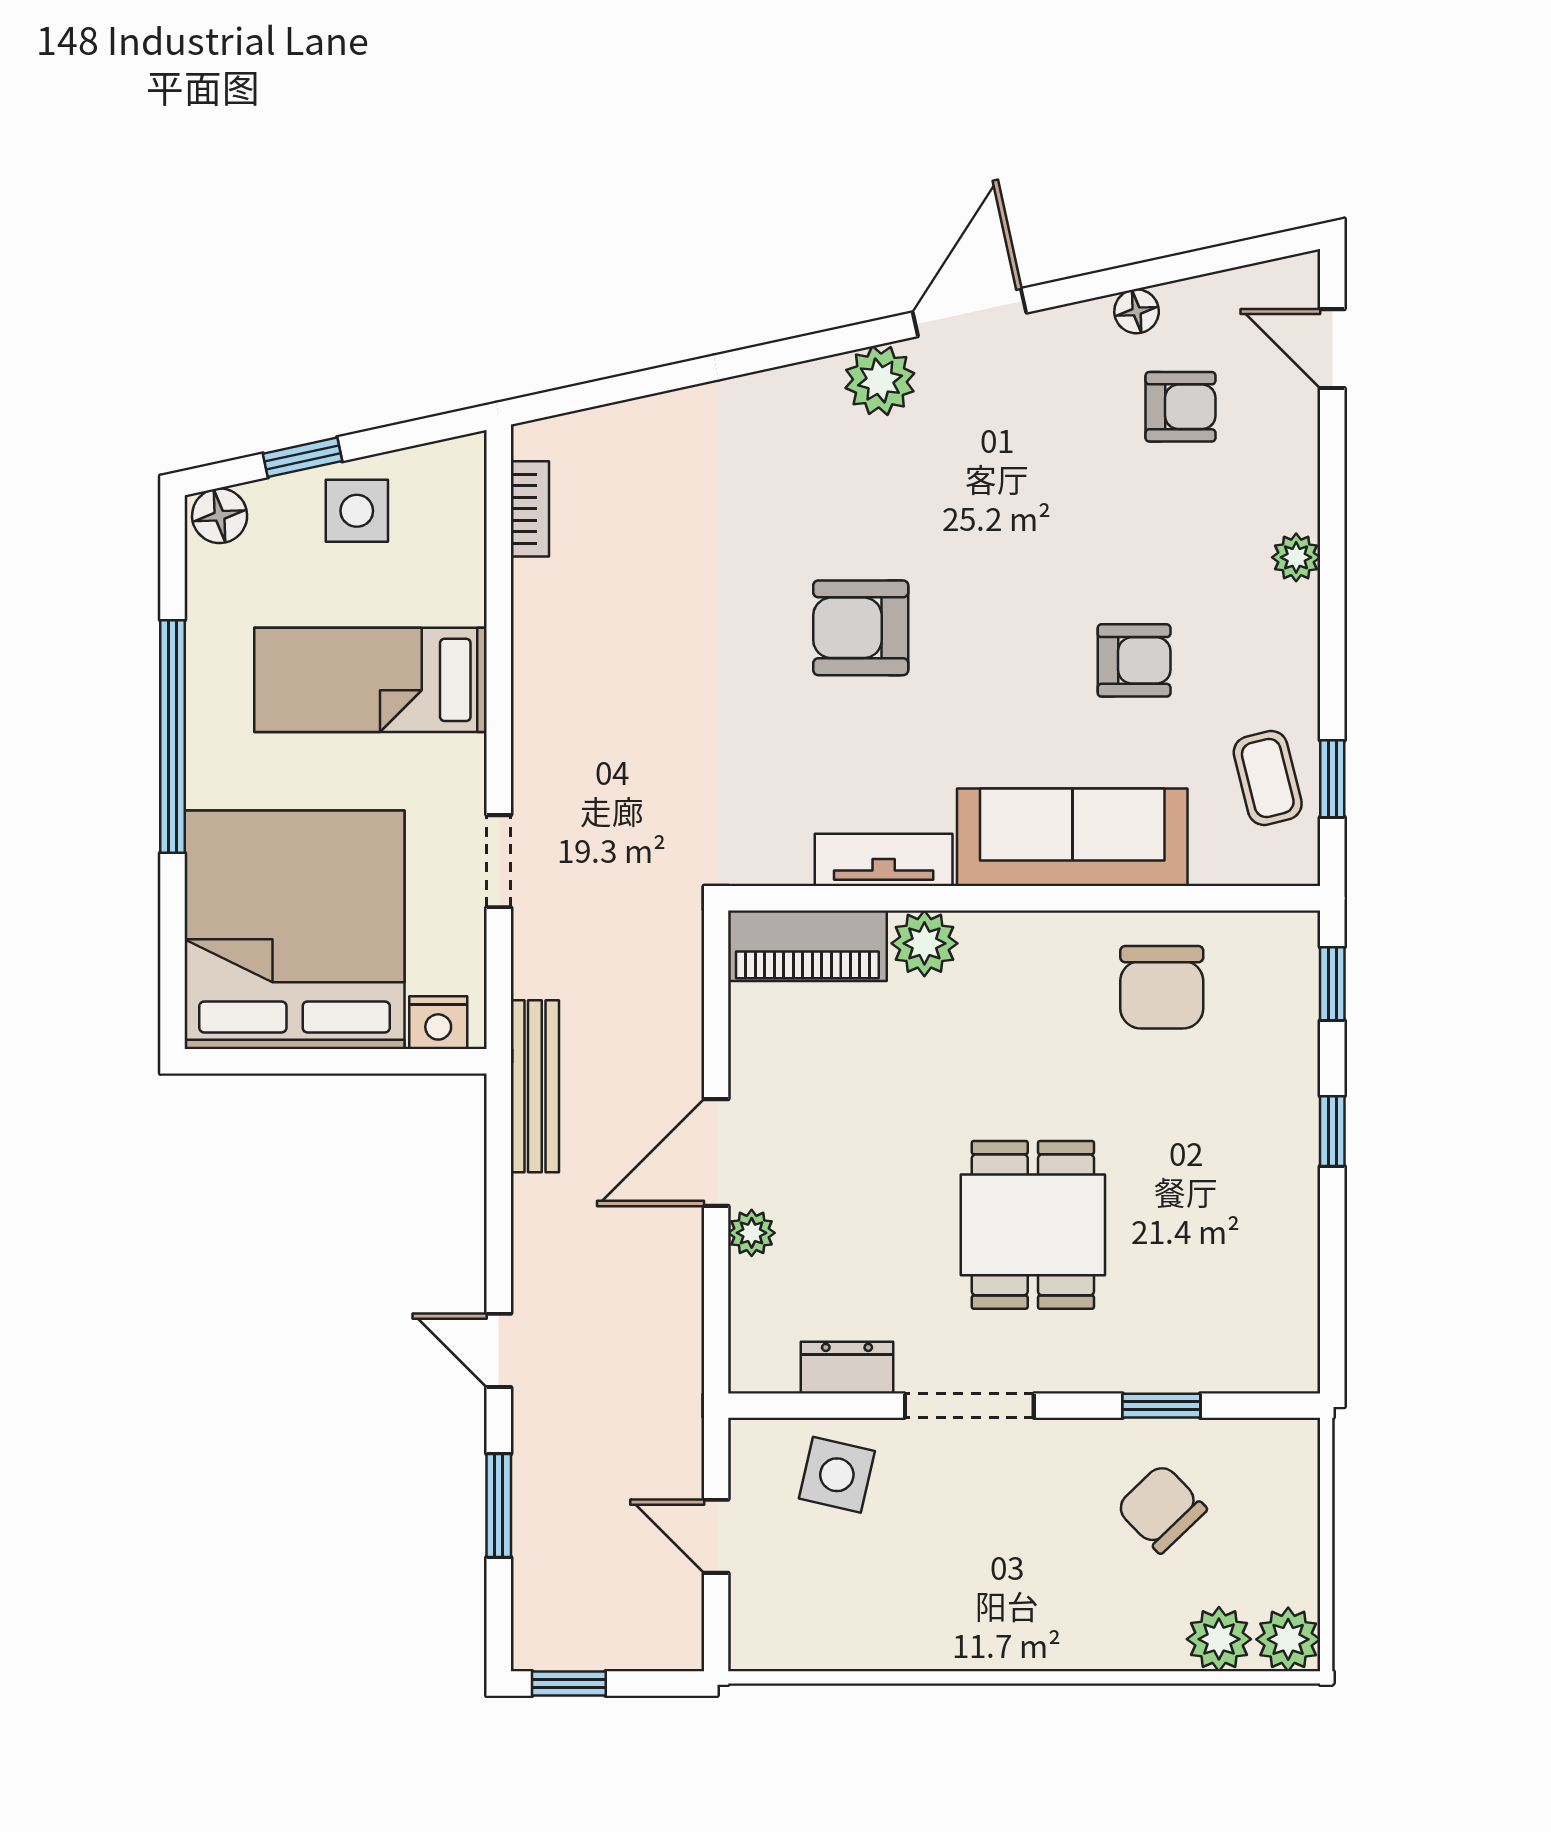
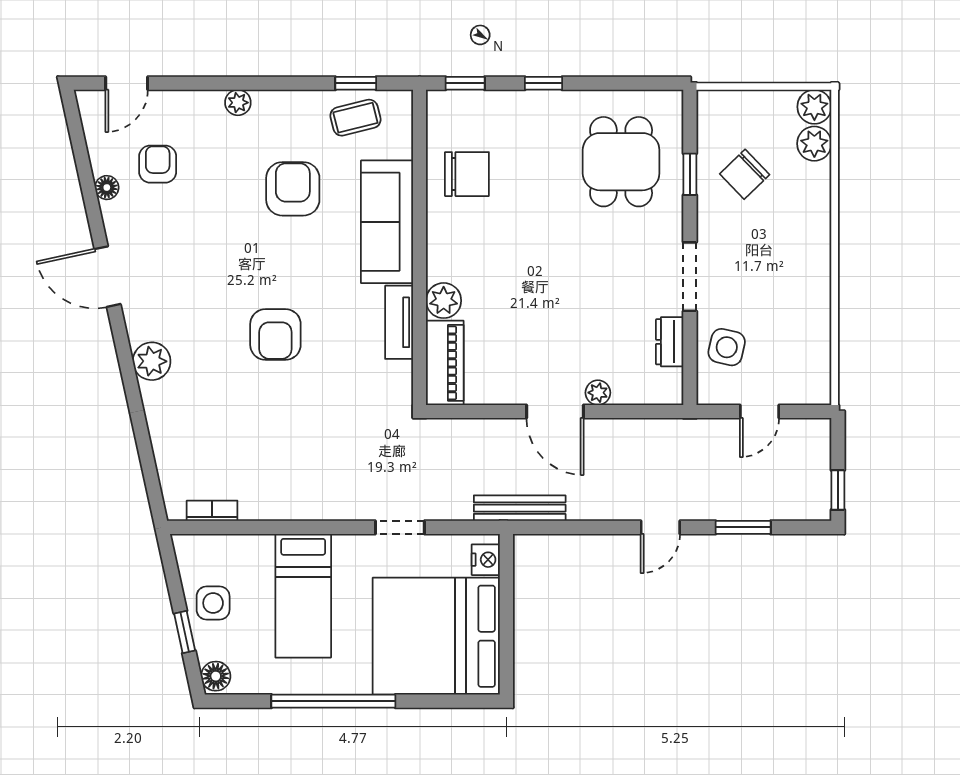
plant: (880, 381) -> (152, 361), moved
armchair: (1134, 660) -> (293, 189), width x1.38, depth x1.38
dining table: (1033, 1225) -> (621, 162), moved, turned 90

